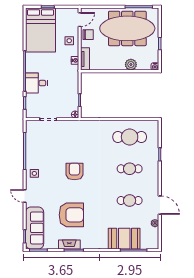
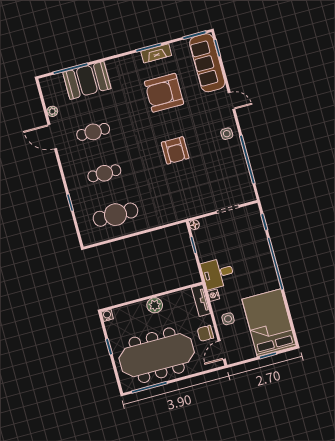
plant: (131, 65) -> (155, 305), moved
desk: (36, 83) -> (218, 273), moved, turned 180

